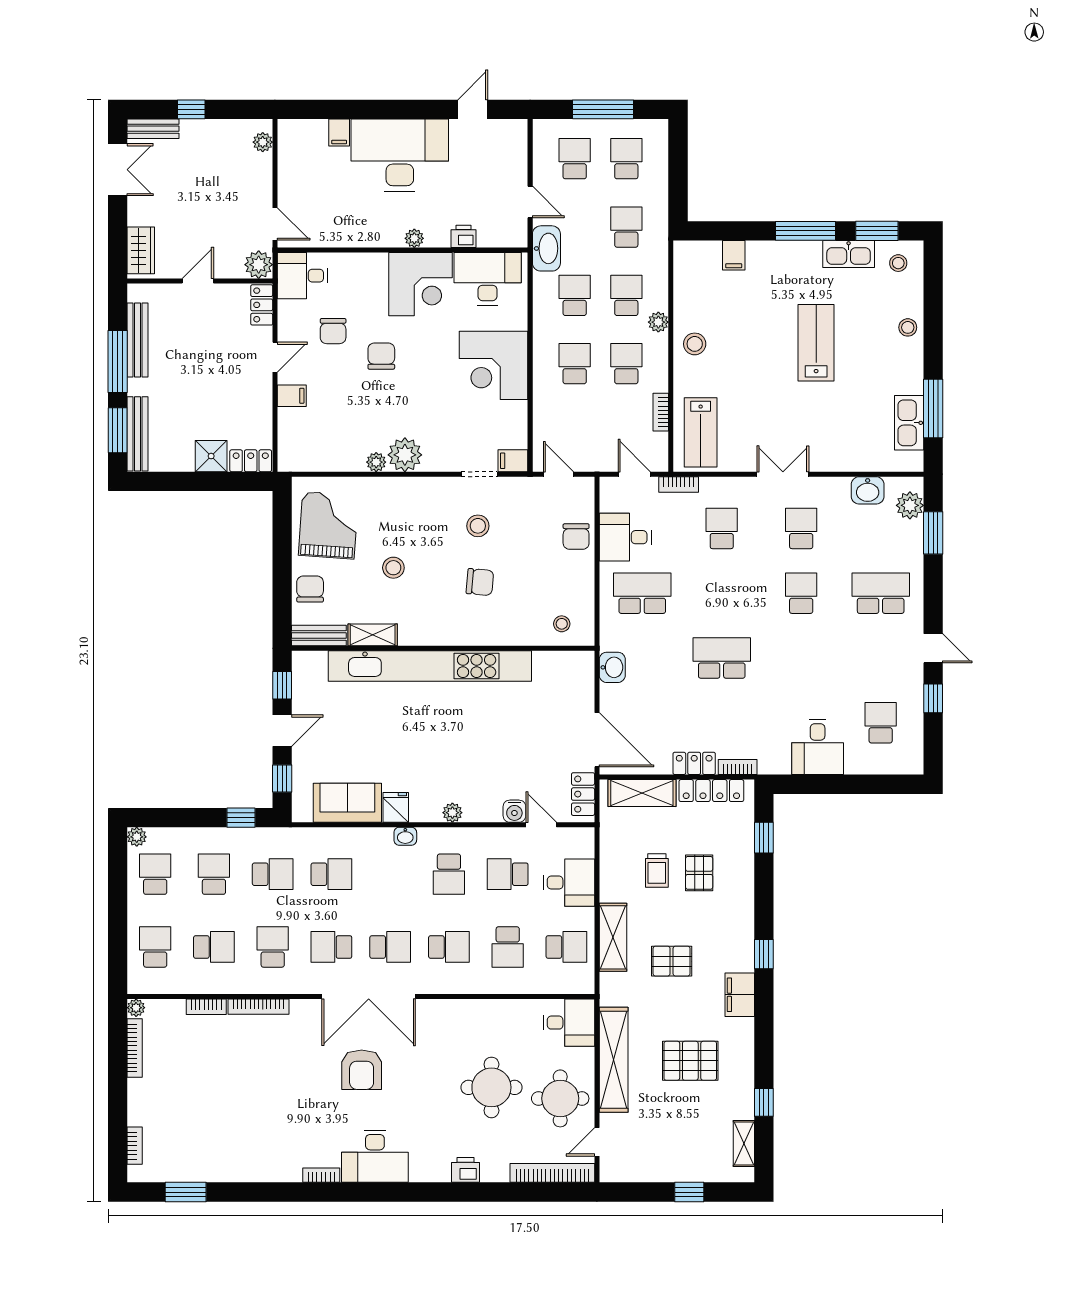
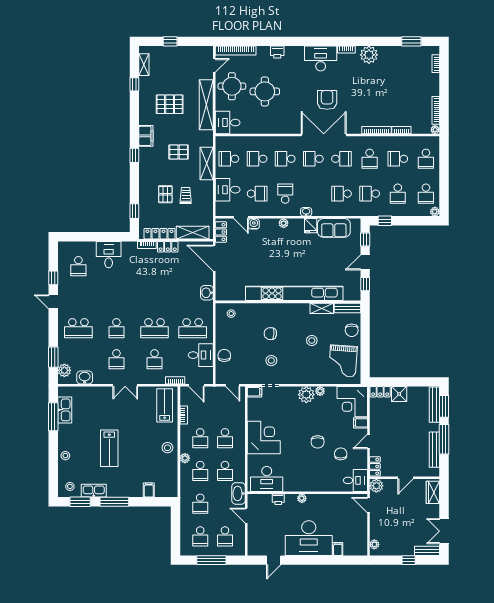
corner desk: (420, 284) -> (352, 402), moved, turned -90
school desk: (722, 658) -> (155, 328), moved
school desk: (508, 947) -> (257, 159), turned -90
plant: (274, 1164) -> (369, 55), added

